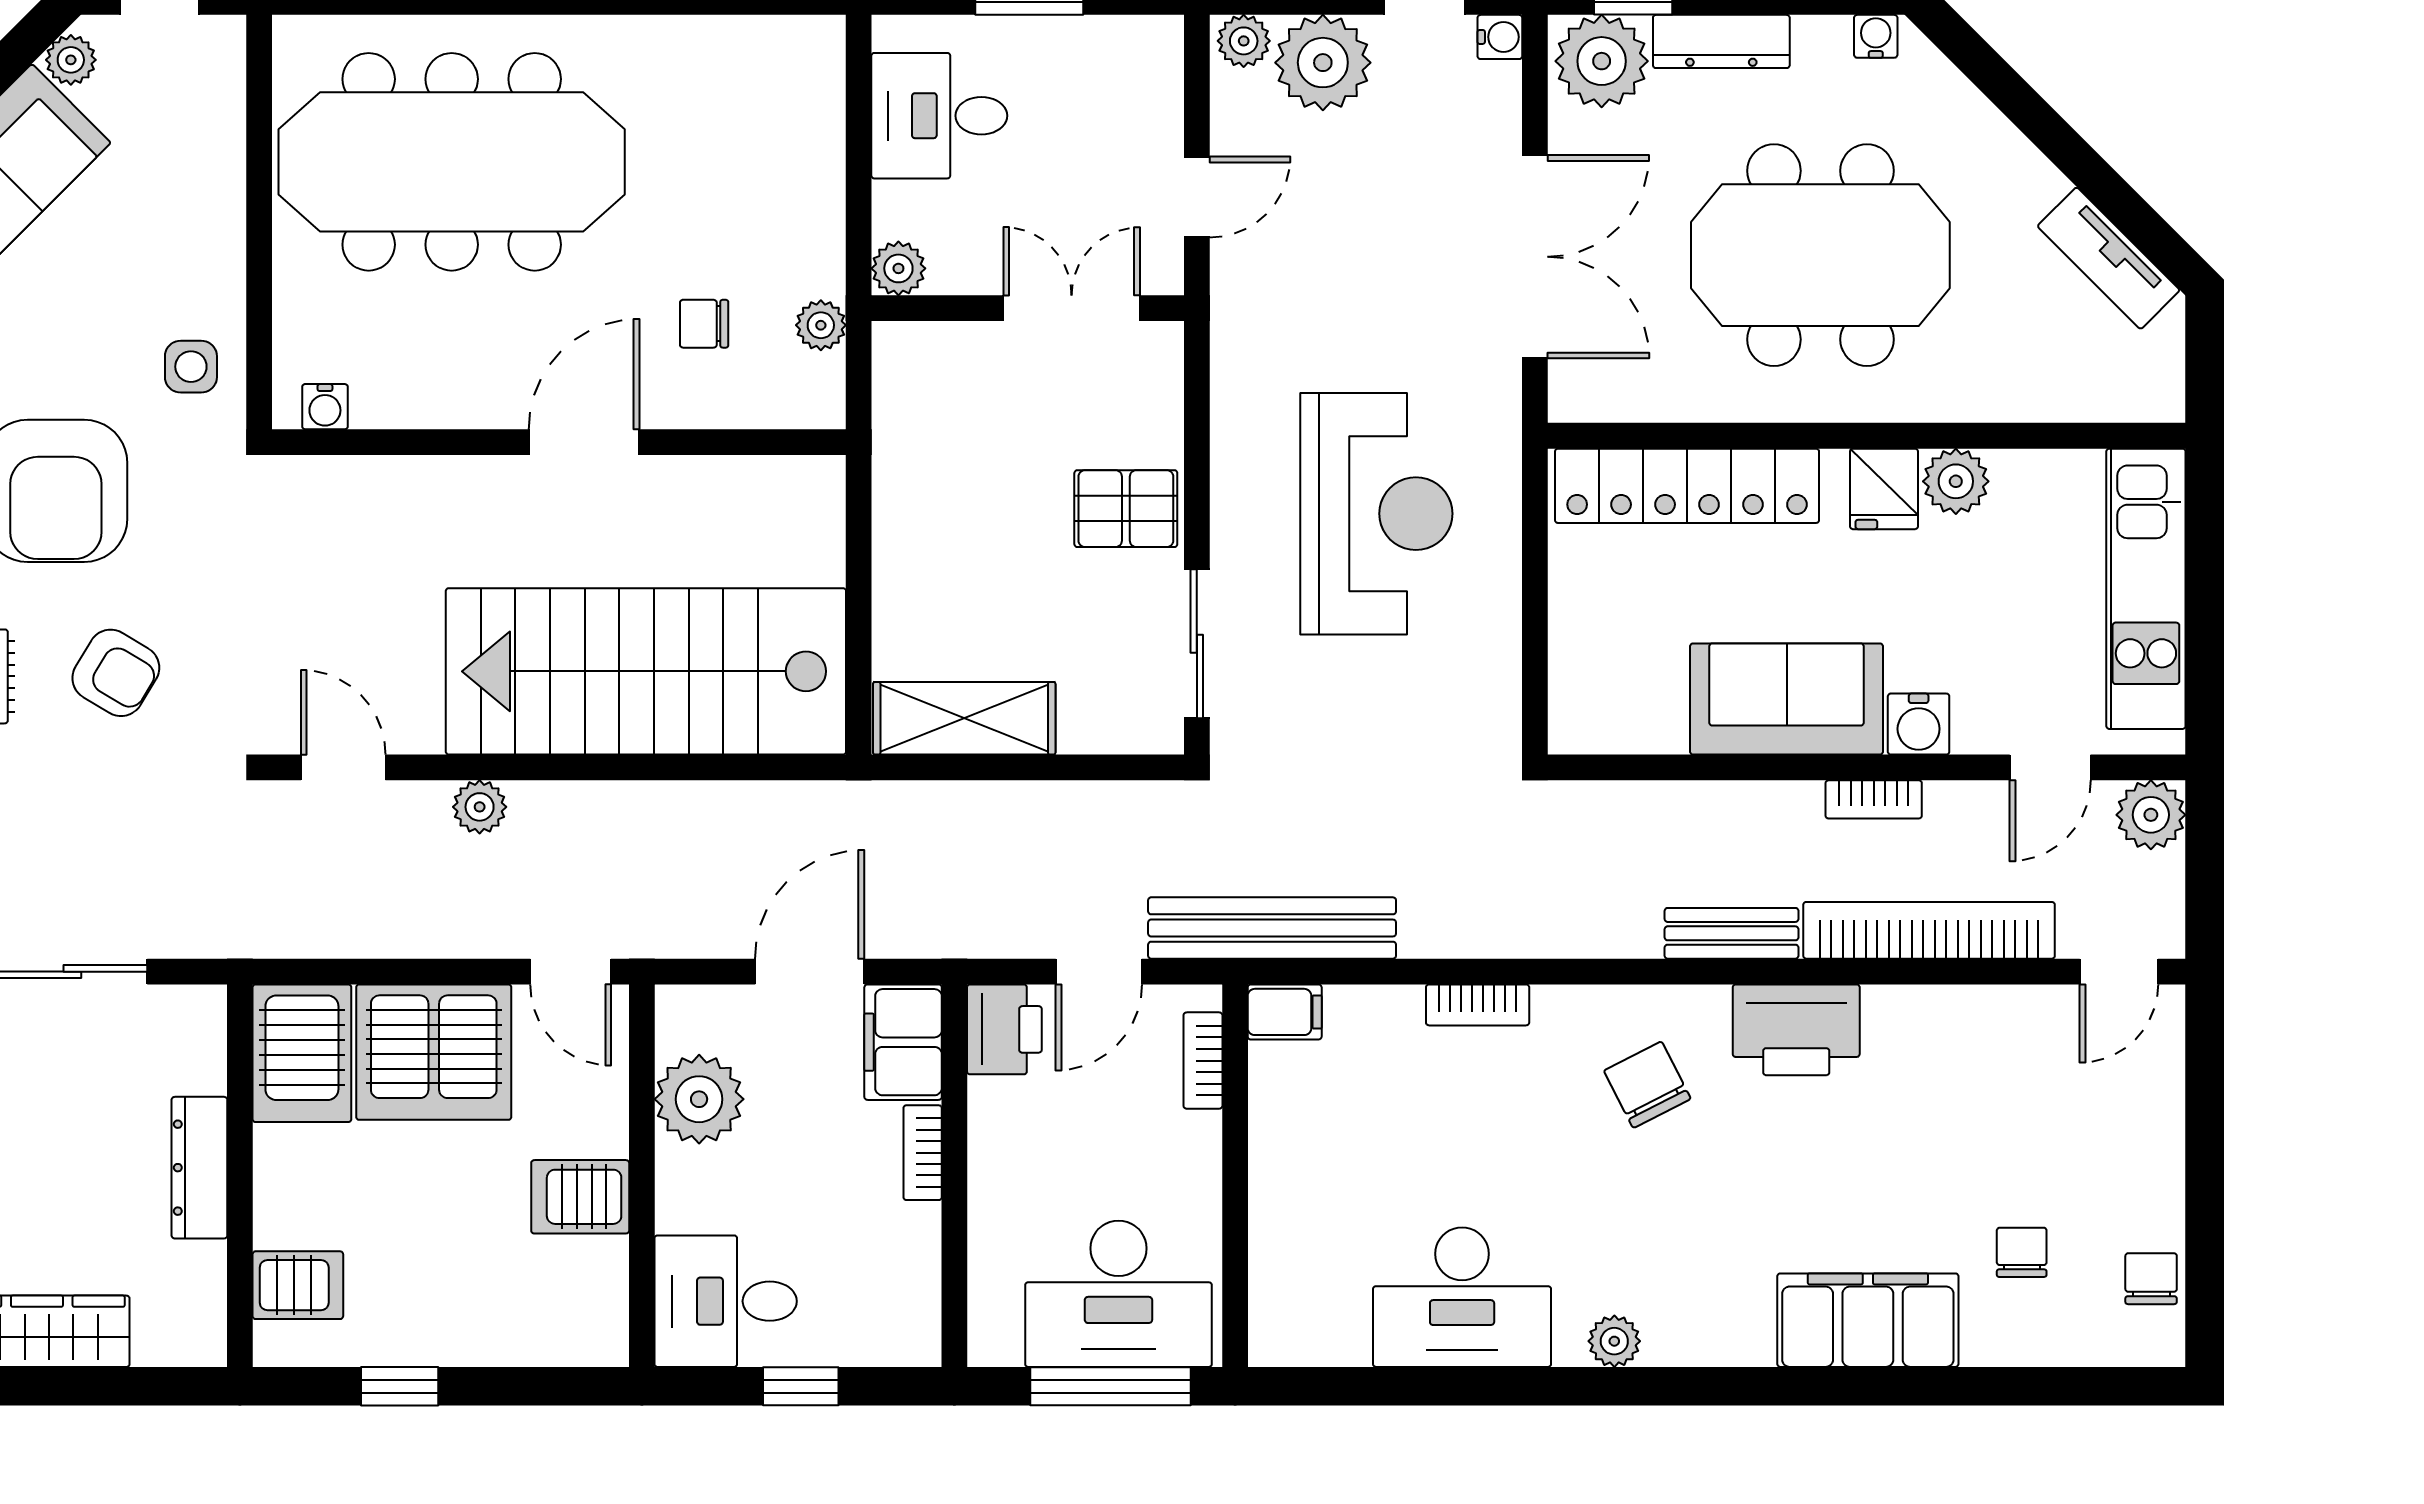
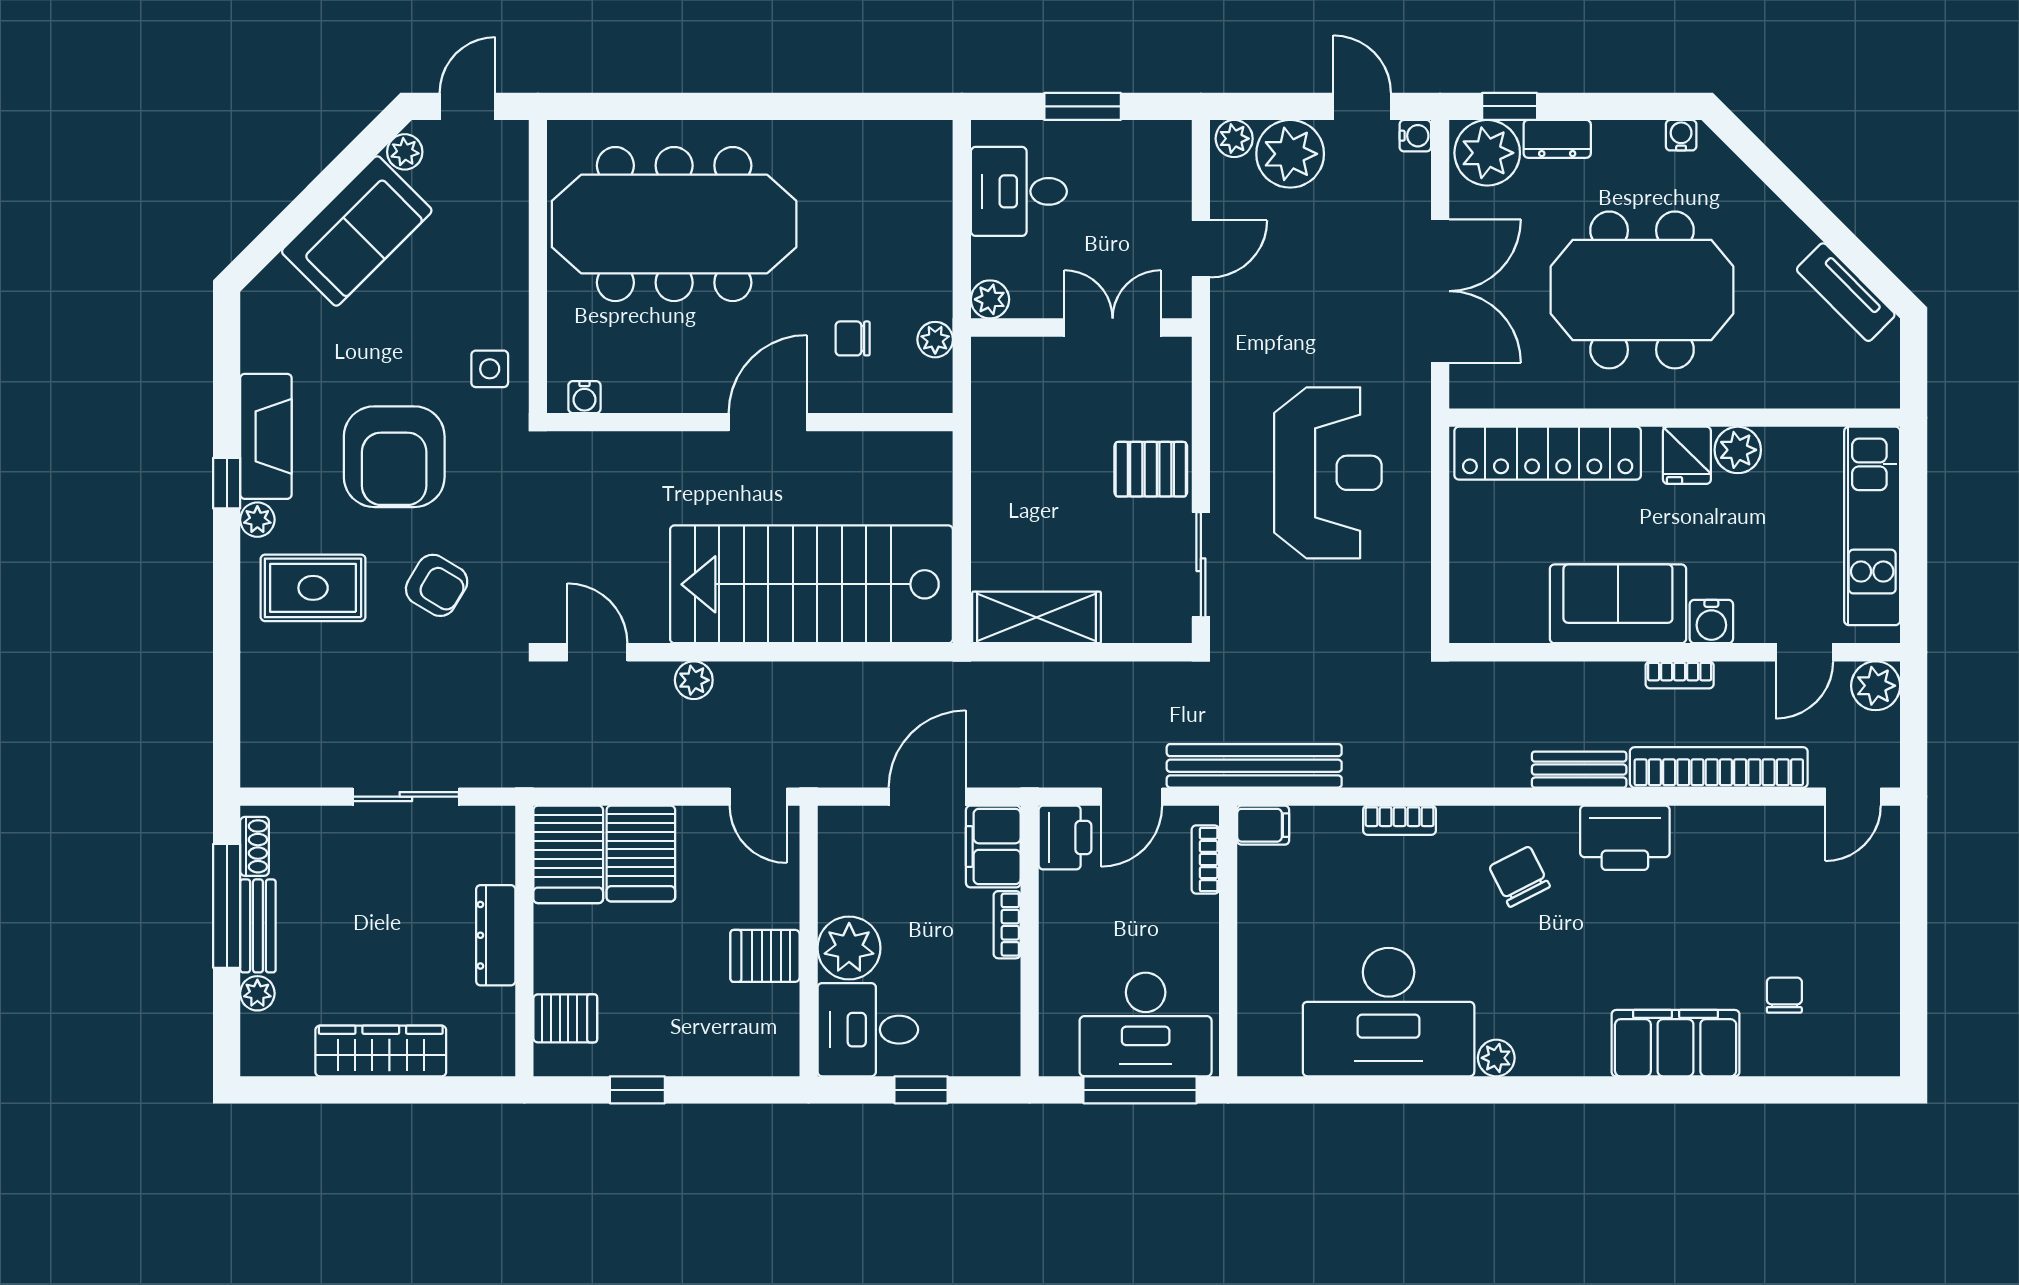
dresser: (1721, 41) -> (1557, 139), width x0.70
server rack: (434, 1052) -> (641, 854), width x0.62
plant: (699, 1099) -> (849, 948), moved
chair: (2151, 1279) -> (1876, 1014), removed
desk: (1462, 1297) -> (1389, 1012), width x1.36, depth x1.30

